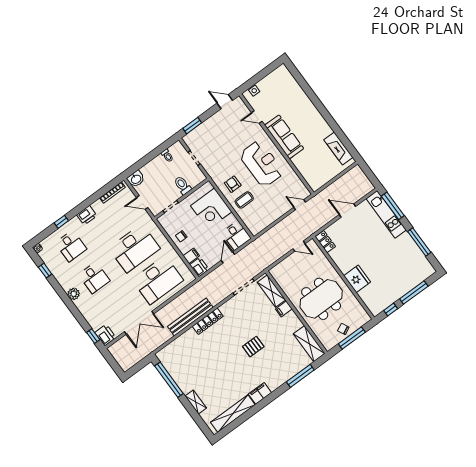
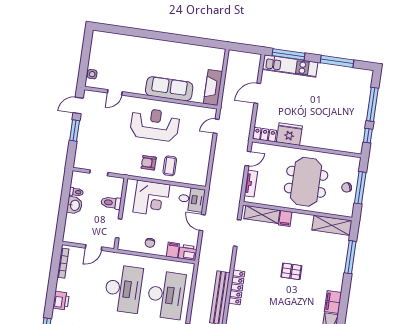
window: (192, 126) -> (75, 130), moved
sofa: (284, 137) -> (169, 89), moved
fireplace: (338, 148) -> (213, 88), moved, turned 90
washbasin: (136, 179) -> (75, 205), moved
tv unit: (285, 264) -> (251, 184), added
fridge: (357, 279) -> (289, 134), moved
pallet: (253, 347) -> (291, 271), turned 90

